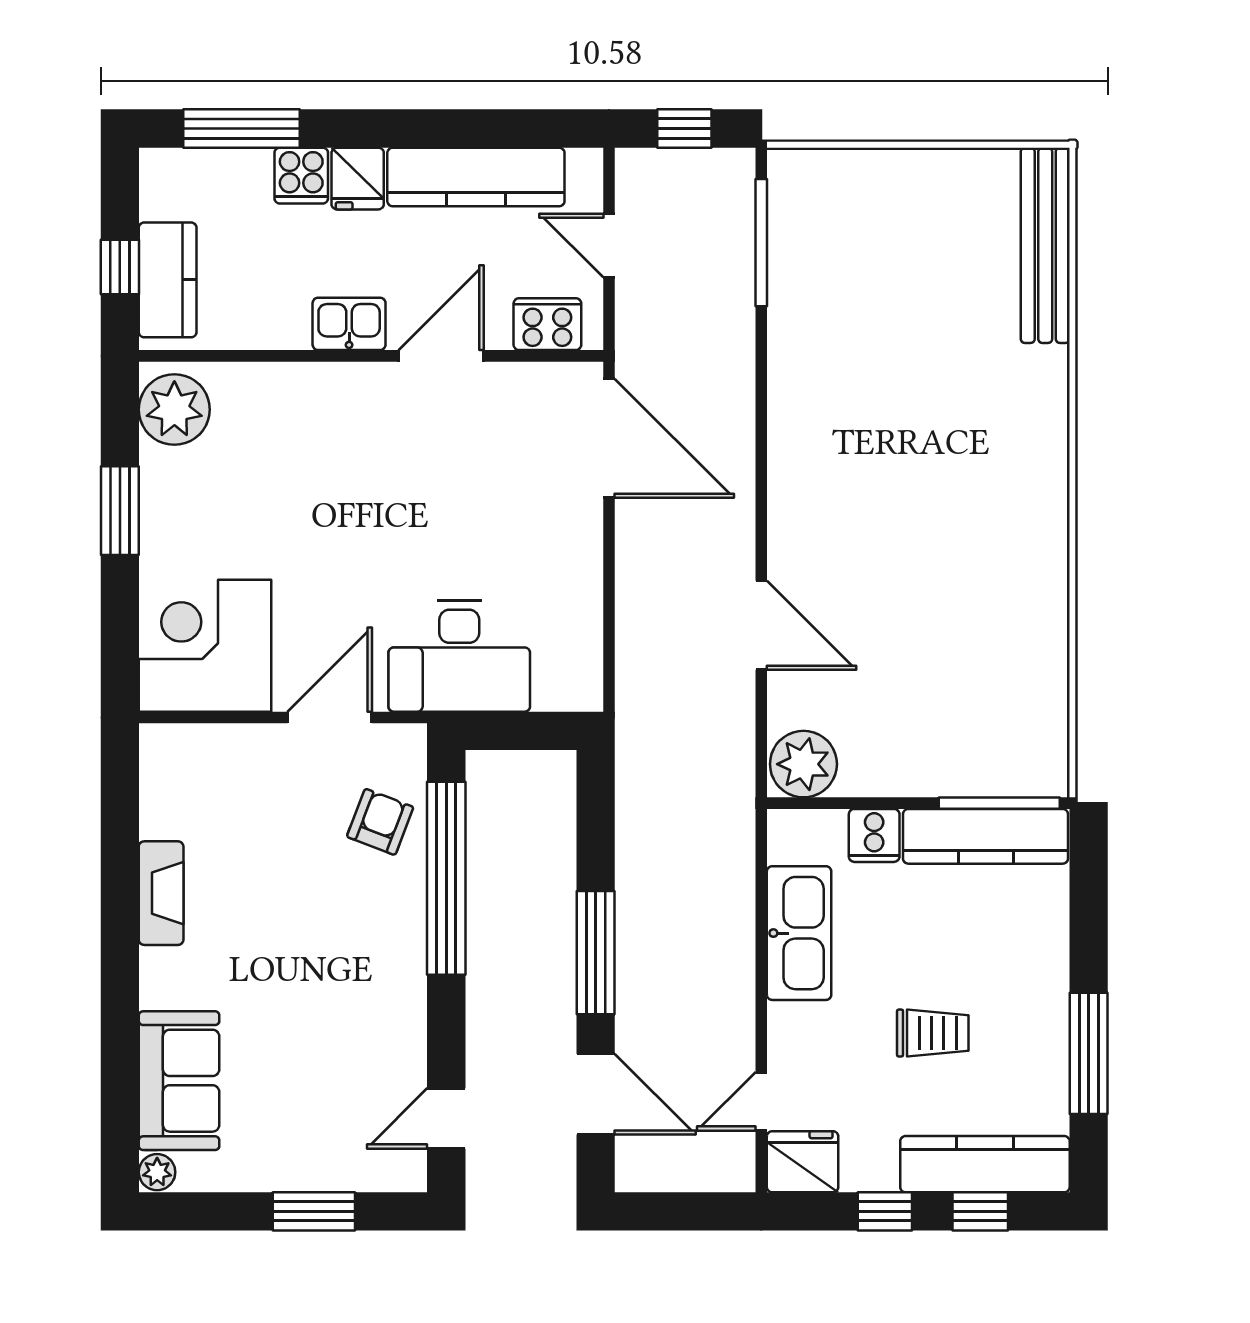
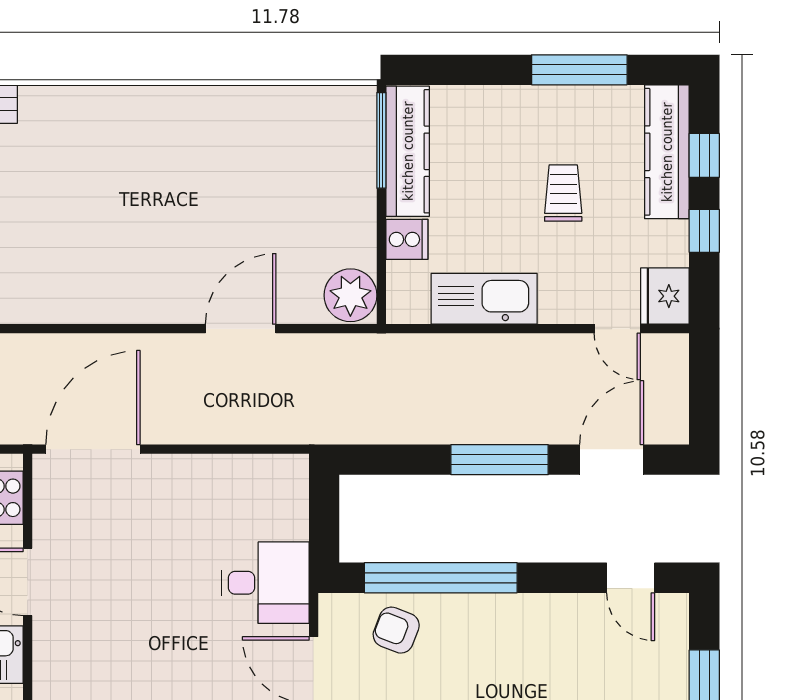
desk: (459, 656) -> (265, 583), width x0.73

